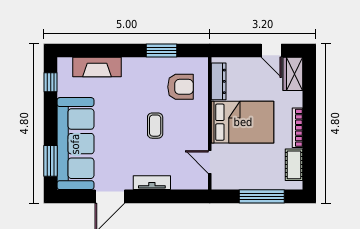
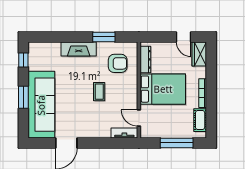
fireplace: (97, 67) -> (79, 49), moved
window: (51, 161) -> (23, 97), moved
tv unit: (152, 183) -> (124, 133), moved

